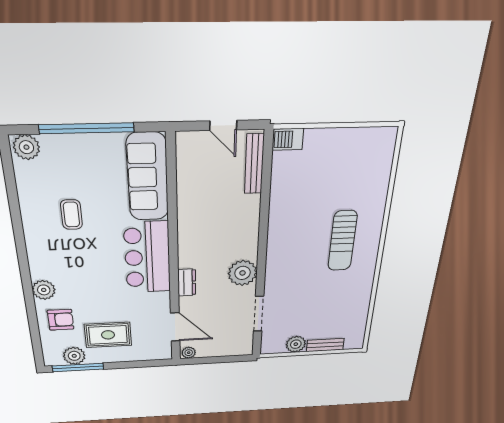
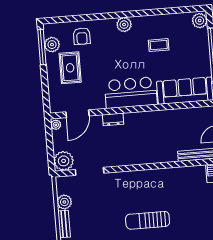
plant: (243, 273) -> (64, 161), moved
plant: (44, 290) -> (124, 25), moved

